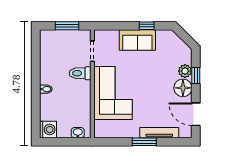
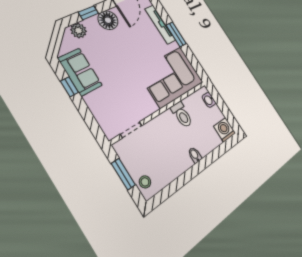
stool: (52, 38) -> (145, 182), added
sofa: (137, 40) -> (80, 72), moved
plant: (185, 71) -> (78, 31), moved
toilet: (80, 73) -> (182, 115), moved
corner sofa: (113, 93) -> (171, 77), moved

